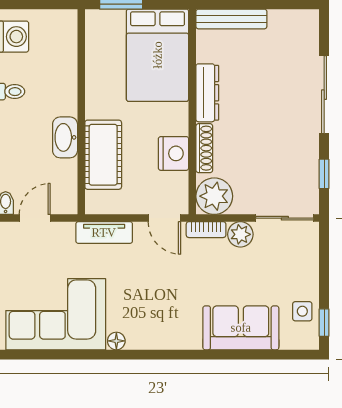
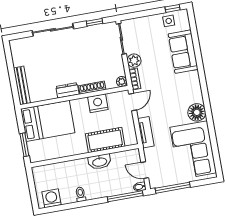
dresser: (207, 93) -> (67, 90), width x0.70
plant: (214, 196) -> (122, 82), width x0.53, depth x0.53
floor lamp: (116, 341) -> (197, 112), width x1.89, depth x1.89

